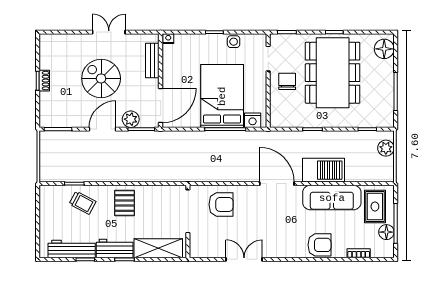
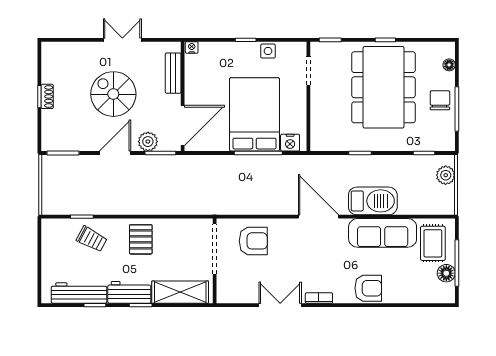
floor lamp: (384, 49) -> (449, 65), width x0.53, depth x0.53
chair: (287, 81) -> (440, 100), moved
bookcase: (359, 253) -> (319, 298), moved

